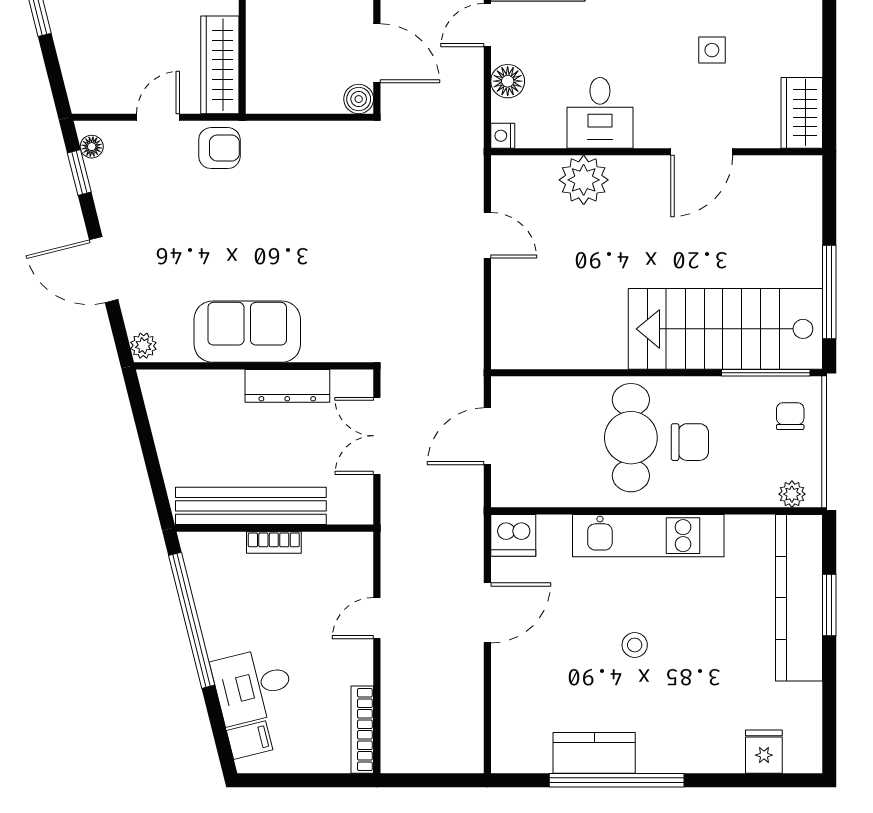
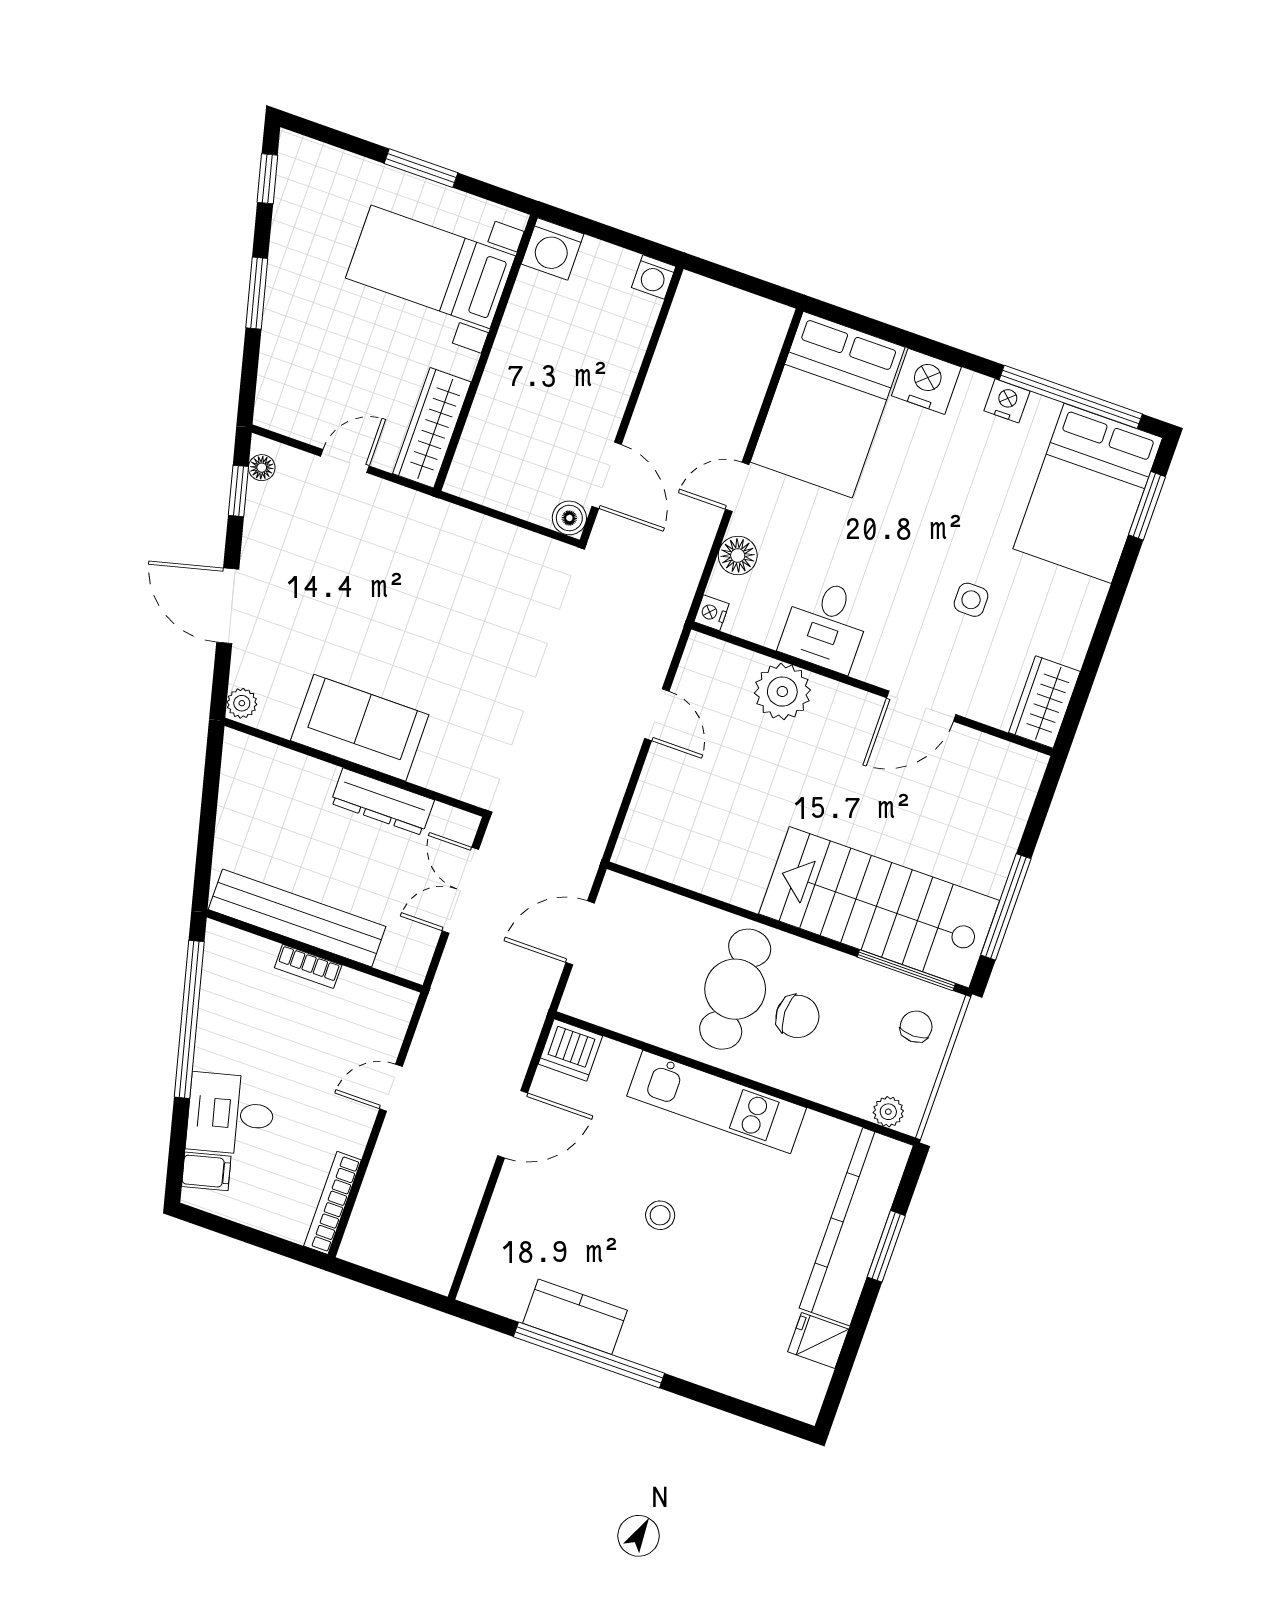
armchair: (219, 148) -> (400, 518), removed
fridge: (764, 752) -> (818, 1340), moved, turned -90

